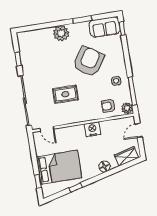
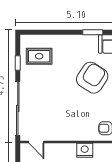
plant: (61, 33) -> (68, 43), removed
rug: (65, 94) -> (39, 56), moved

